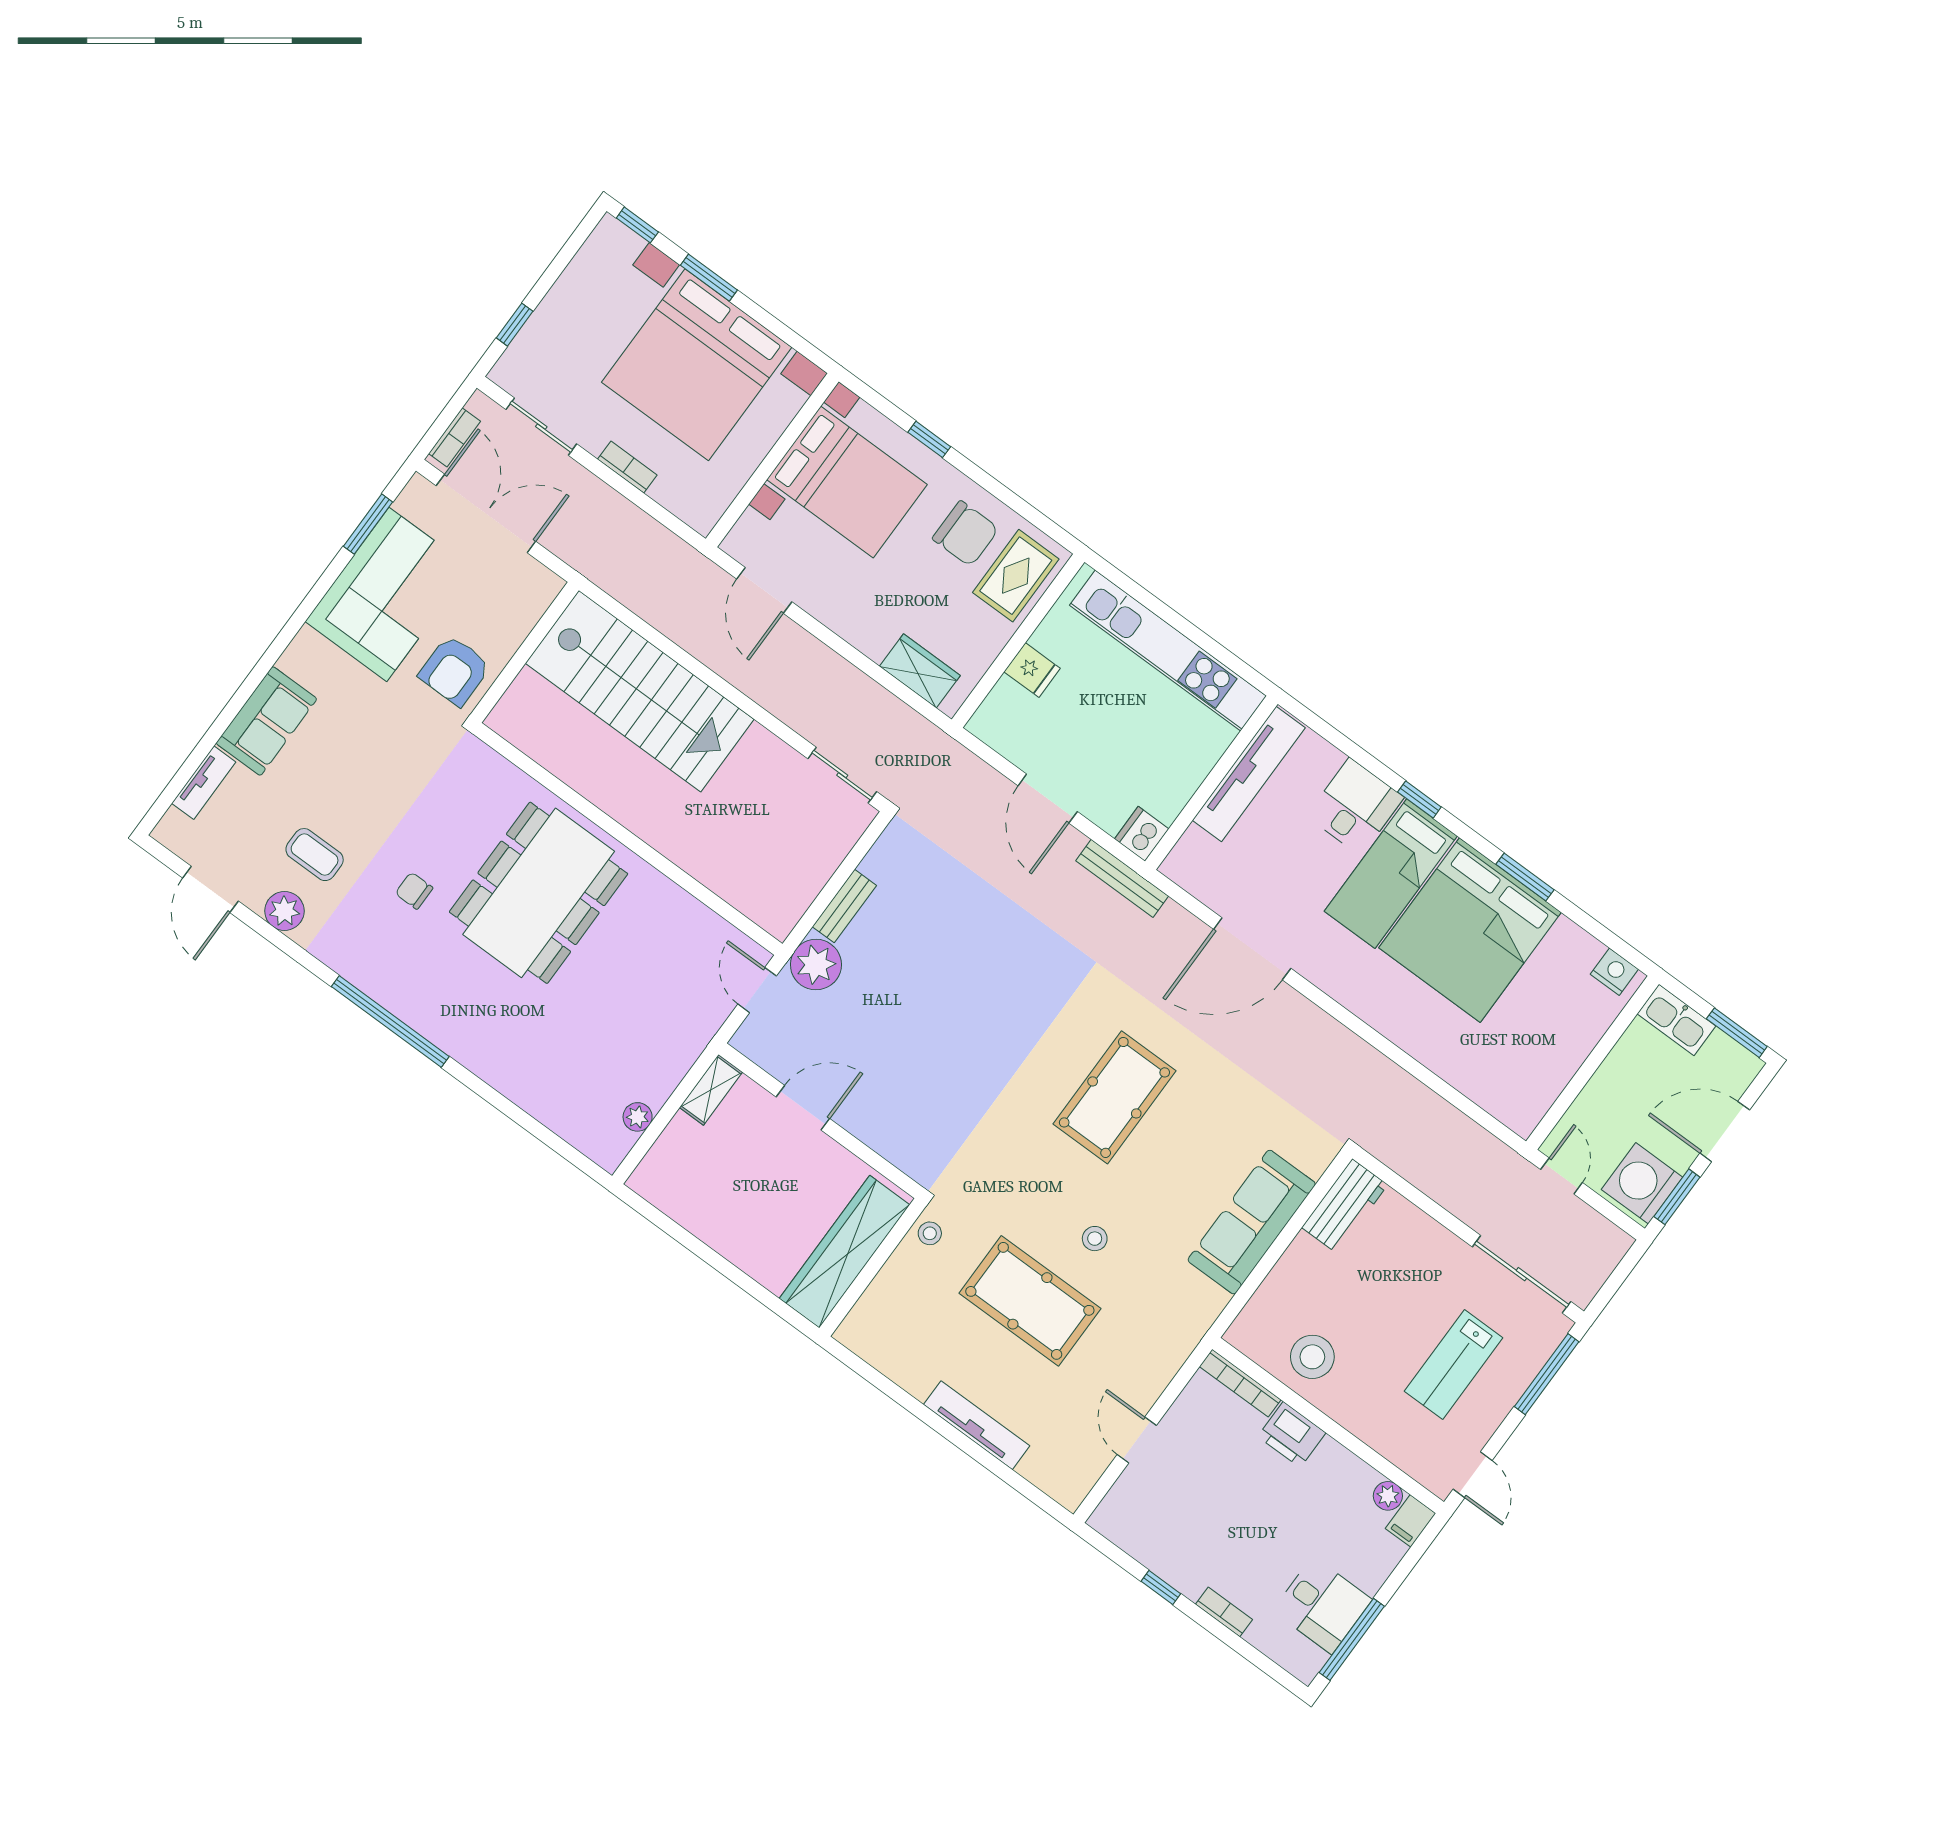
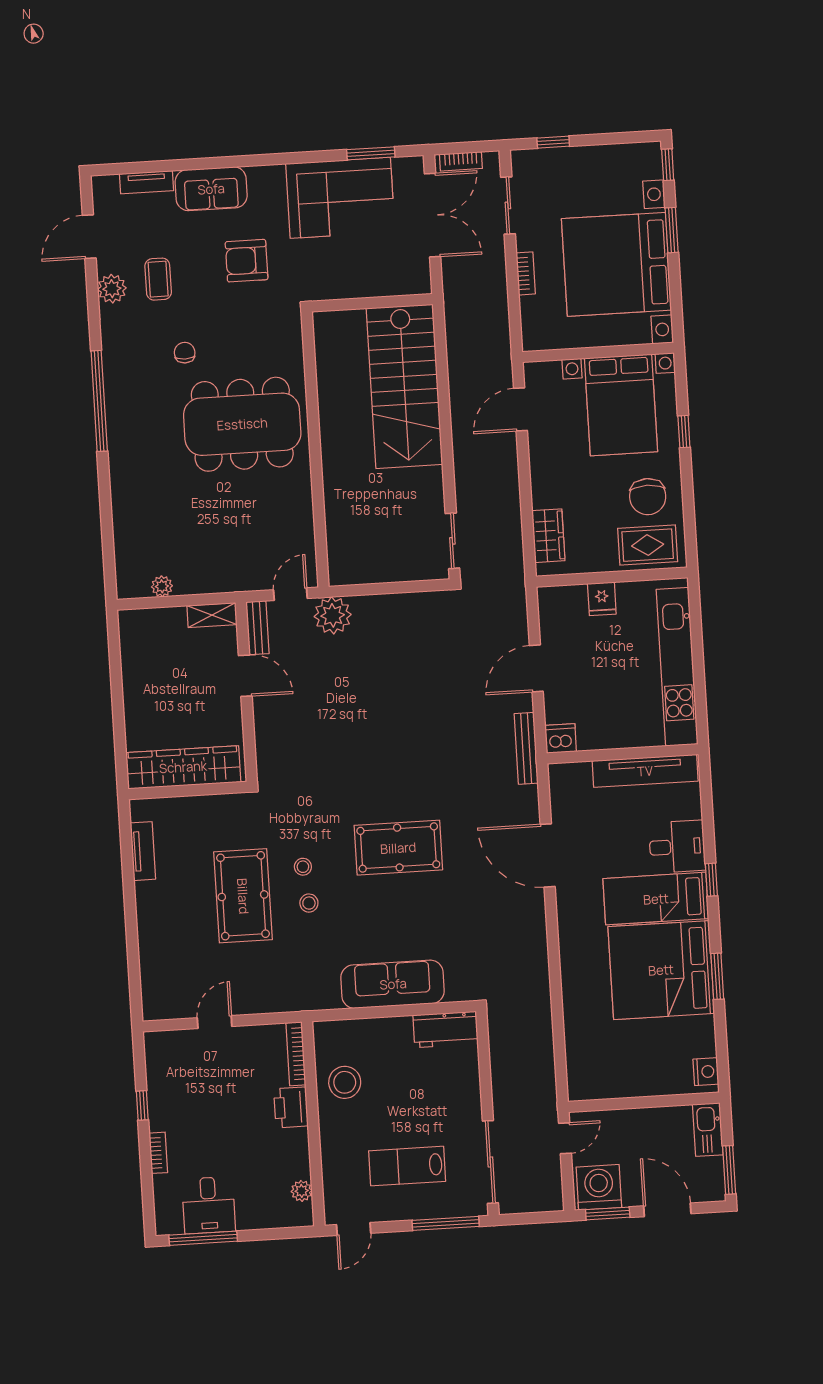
armchair: (455, 671) -> (247, 261), moved
bench: (844, 906) -> (257, 628), moved, turned 90
stool: (930, 1233) -> (303, 867), moved
tv unit: (977, 1425) -> (143, 851), moved, width x0.71
filing cabinet: (1411, 1521) -> (298, 1216), removed

